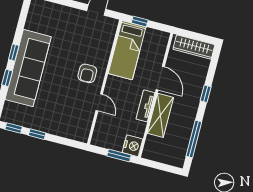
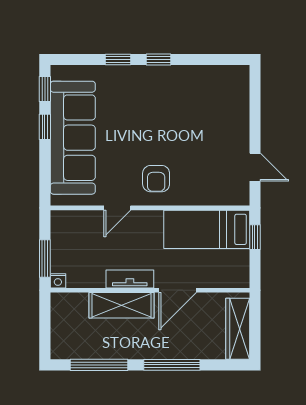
sofa: (28, 68) -> (73, 138), moved, turned -90
armchair: (87, 73) -> (156, 179), turned -90
window: (206, 94) -> (172, 365), width x2.17
nightstand: (132, 146) -> (58, 281), width x0.53, depth x0.56

